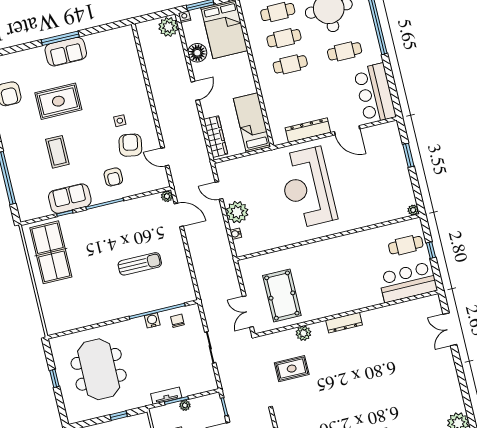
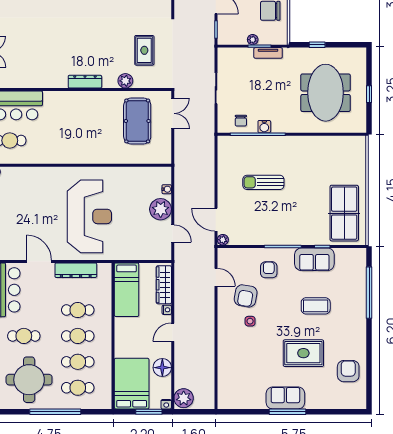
cafe table: (296, 90) -> (78, 310), added
nightstand: (207, 112) -> (167, 310), added
coffee table: (57, 152) -> (316, 306), turned 90
rug: (292, 369) -> (144, 50), turned 90

